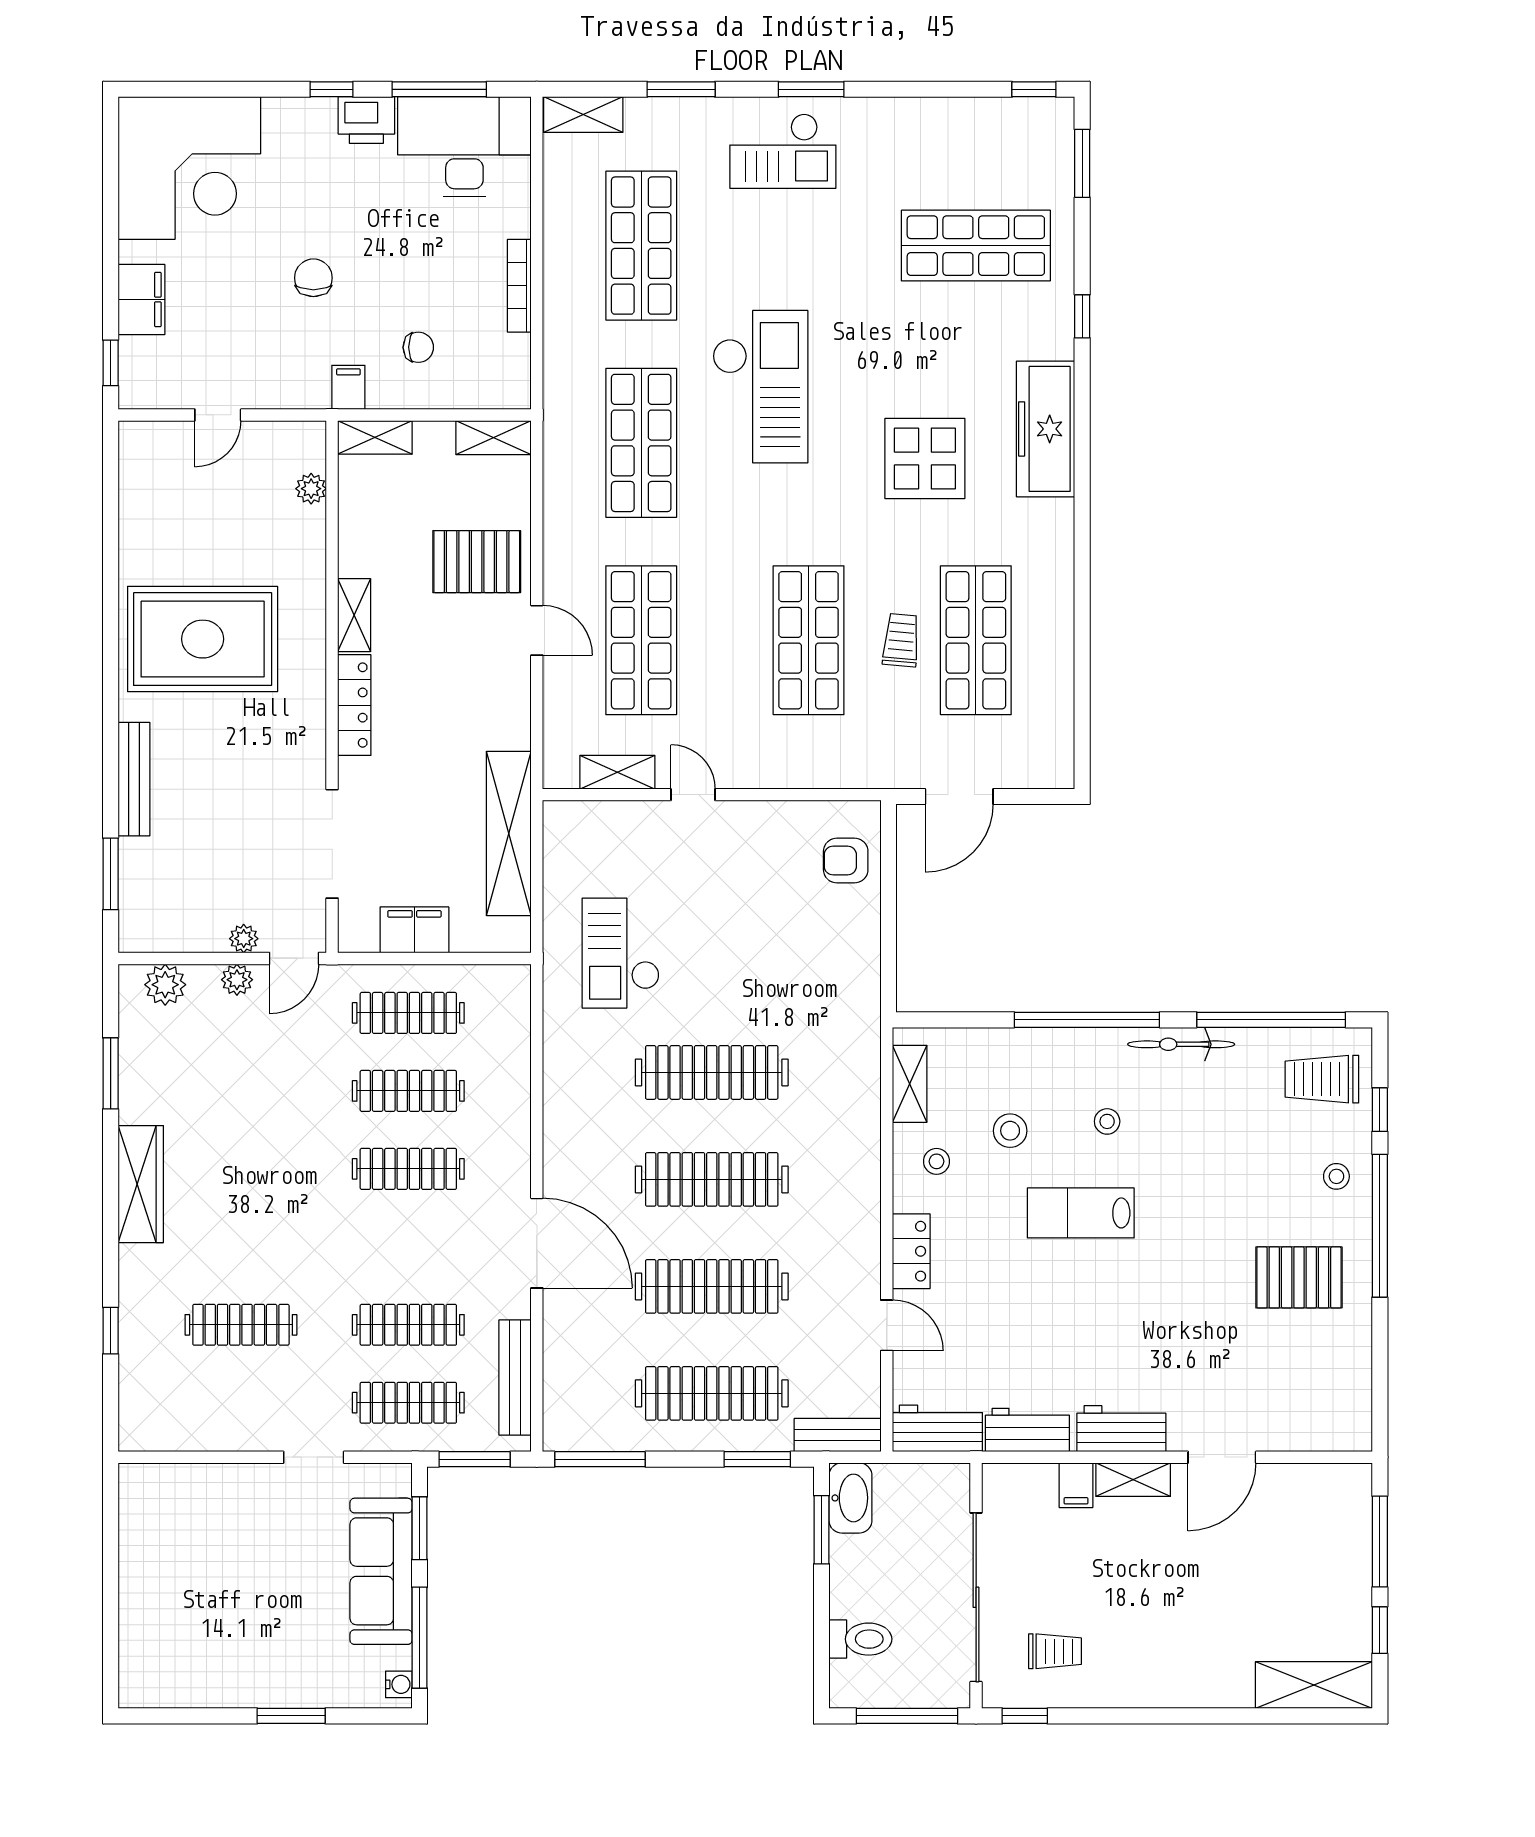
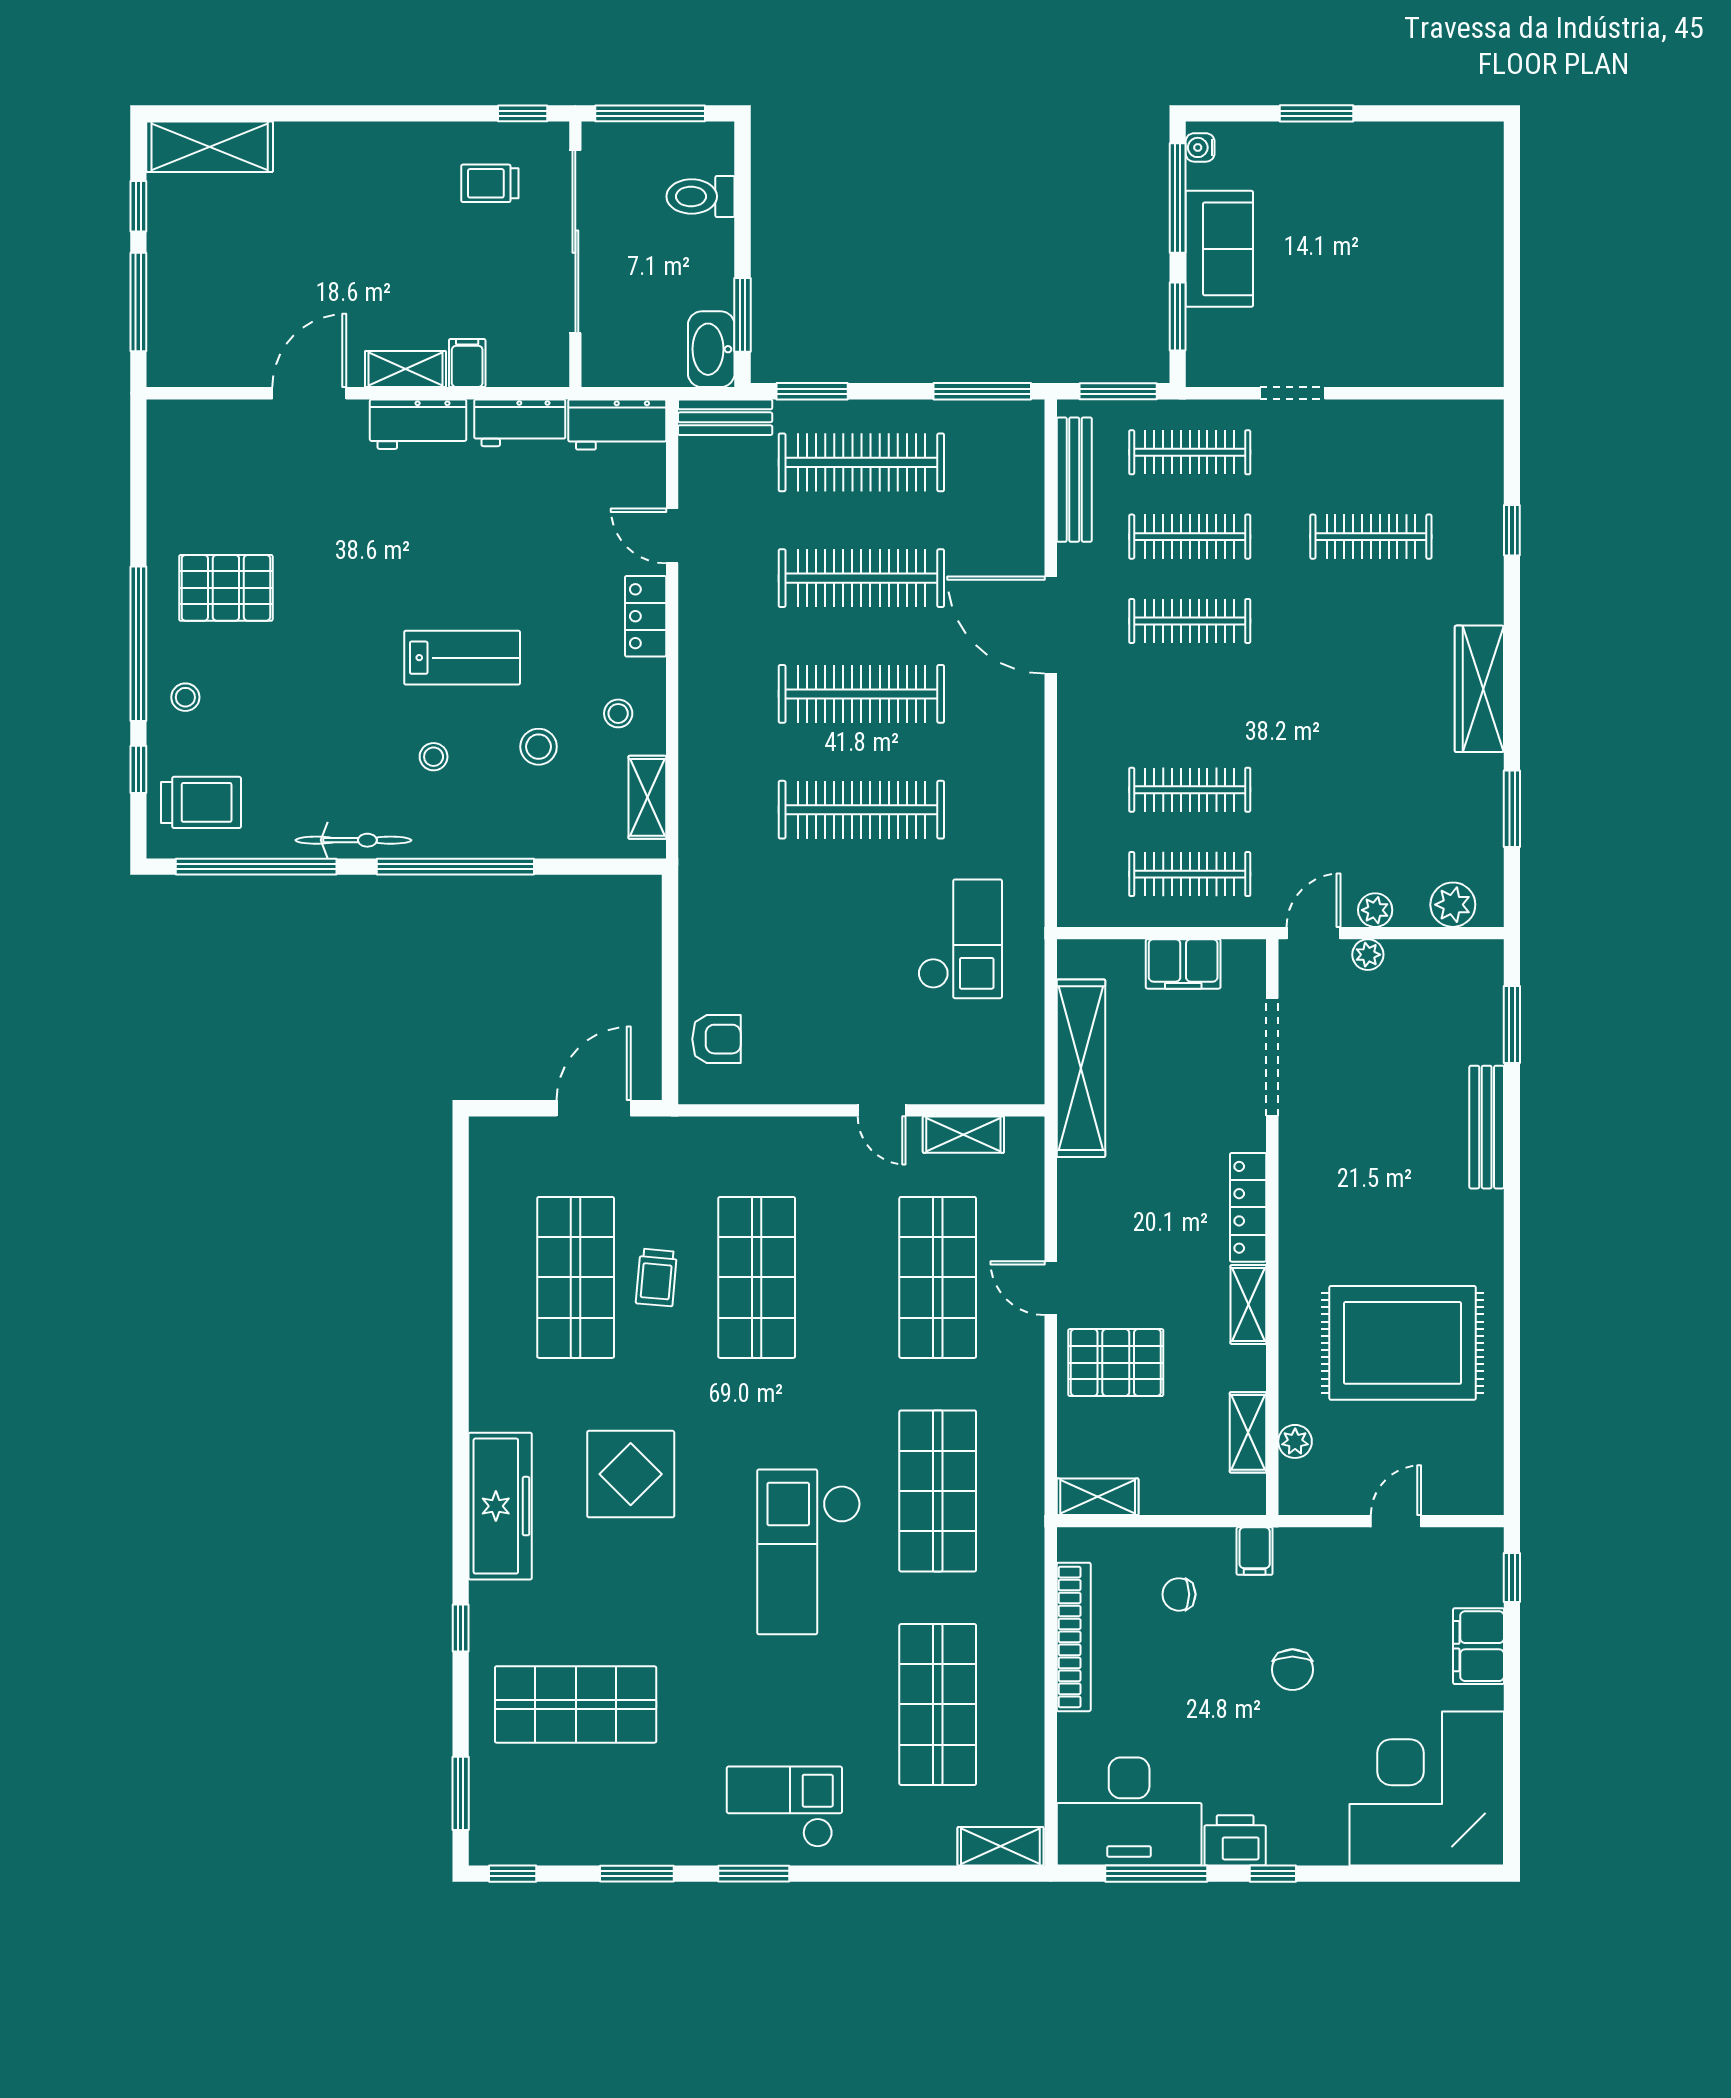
window: (681, 89) -> (637, 1874), moved
bookcase: (519, 286) -> (1074, 1637), width x1.48, depth x1.31
shelving: (375, 437) -> (1248, 1432), moved, turned 90
rug: (203, 639) -> (1403, 1343), moved
clothes rail: (408, 1169) -> (1190, 621), moved
sofa: (381, 1571) -> (1219, 249), width x0.73

